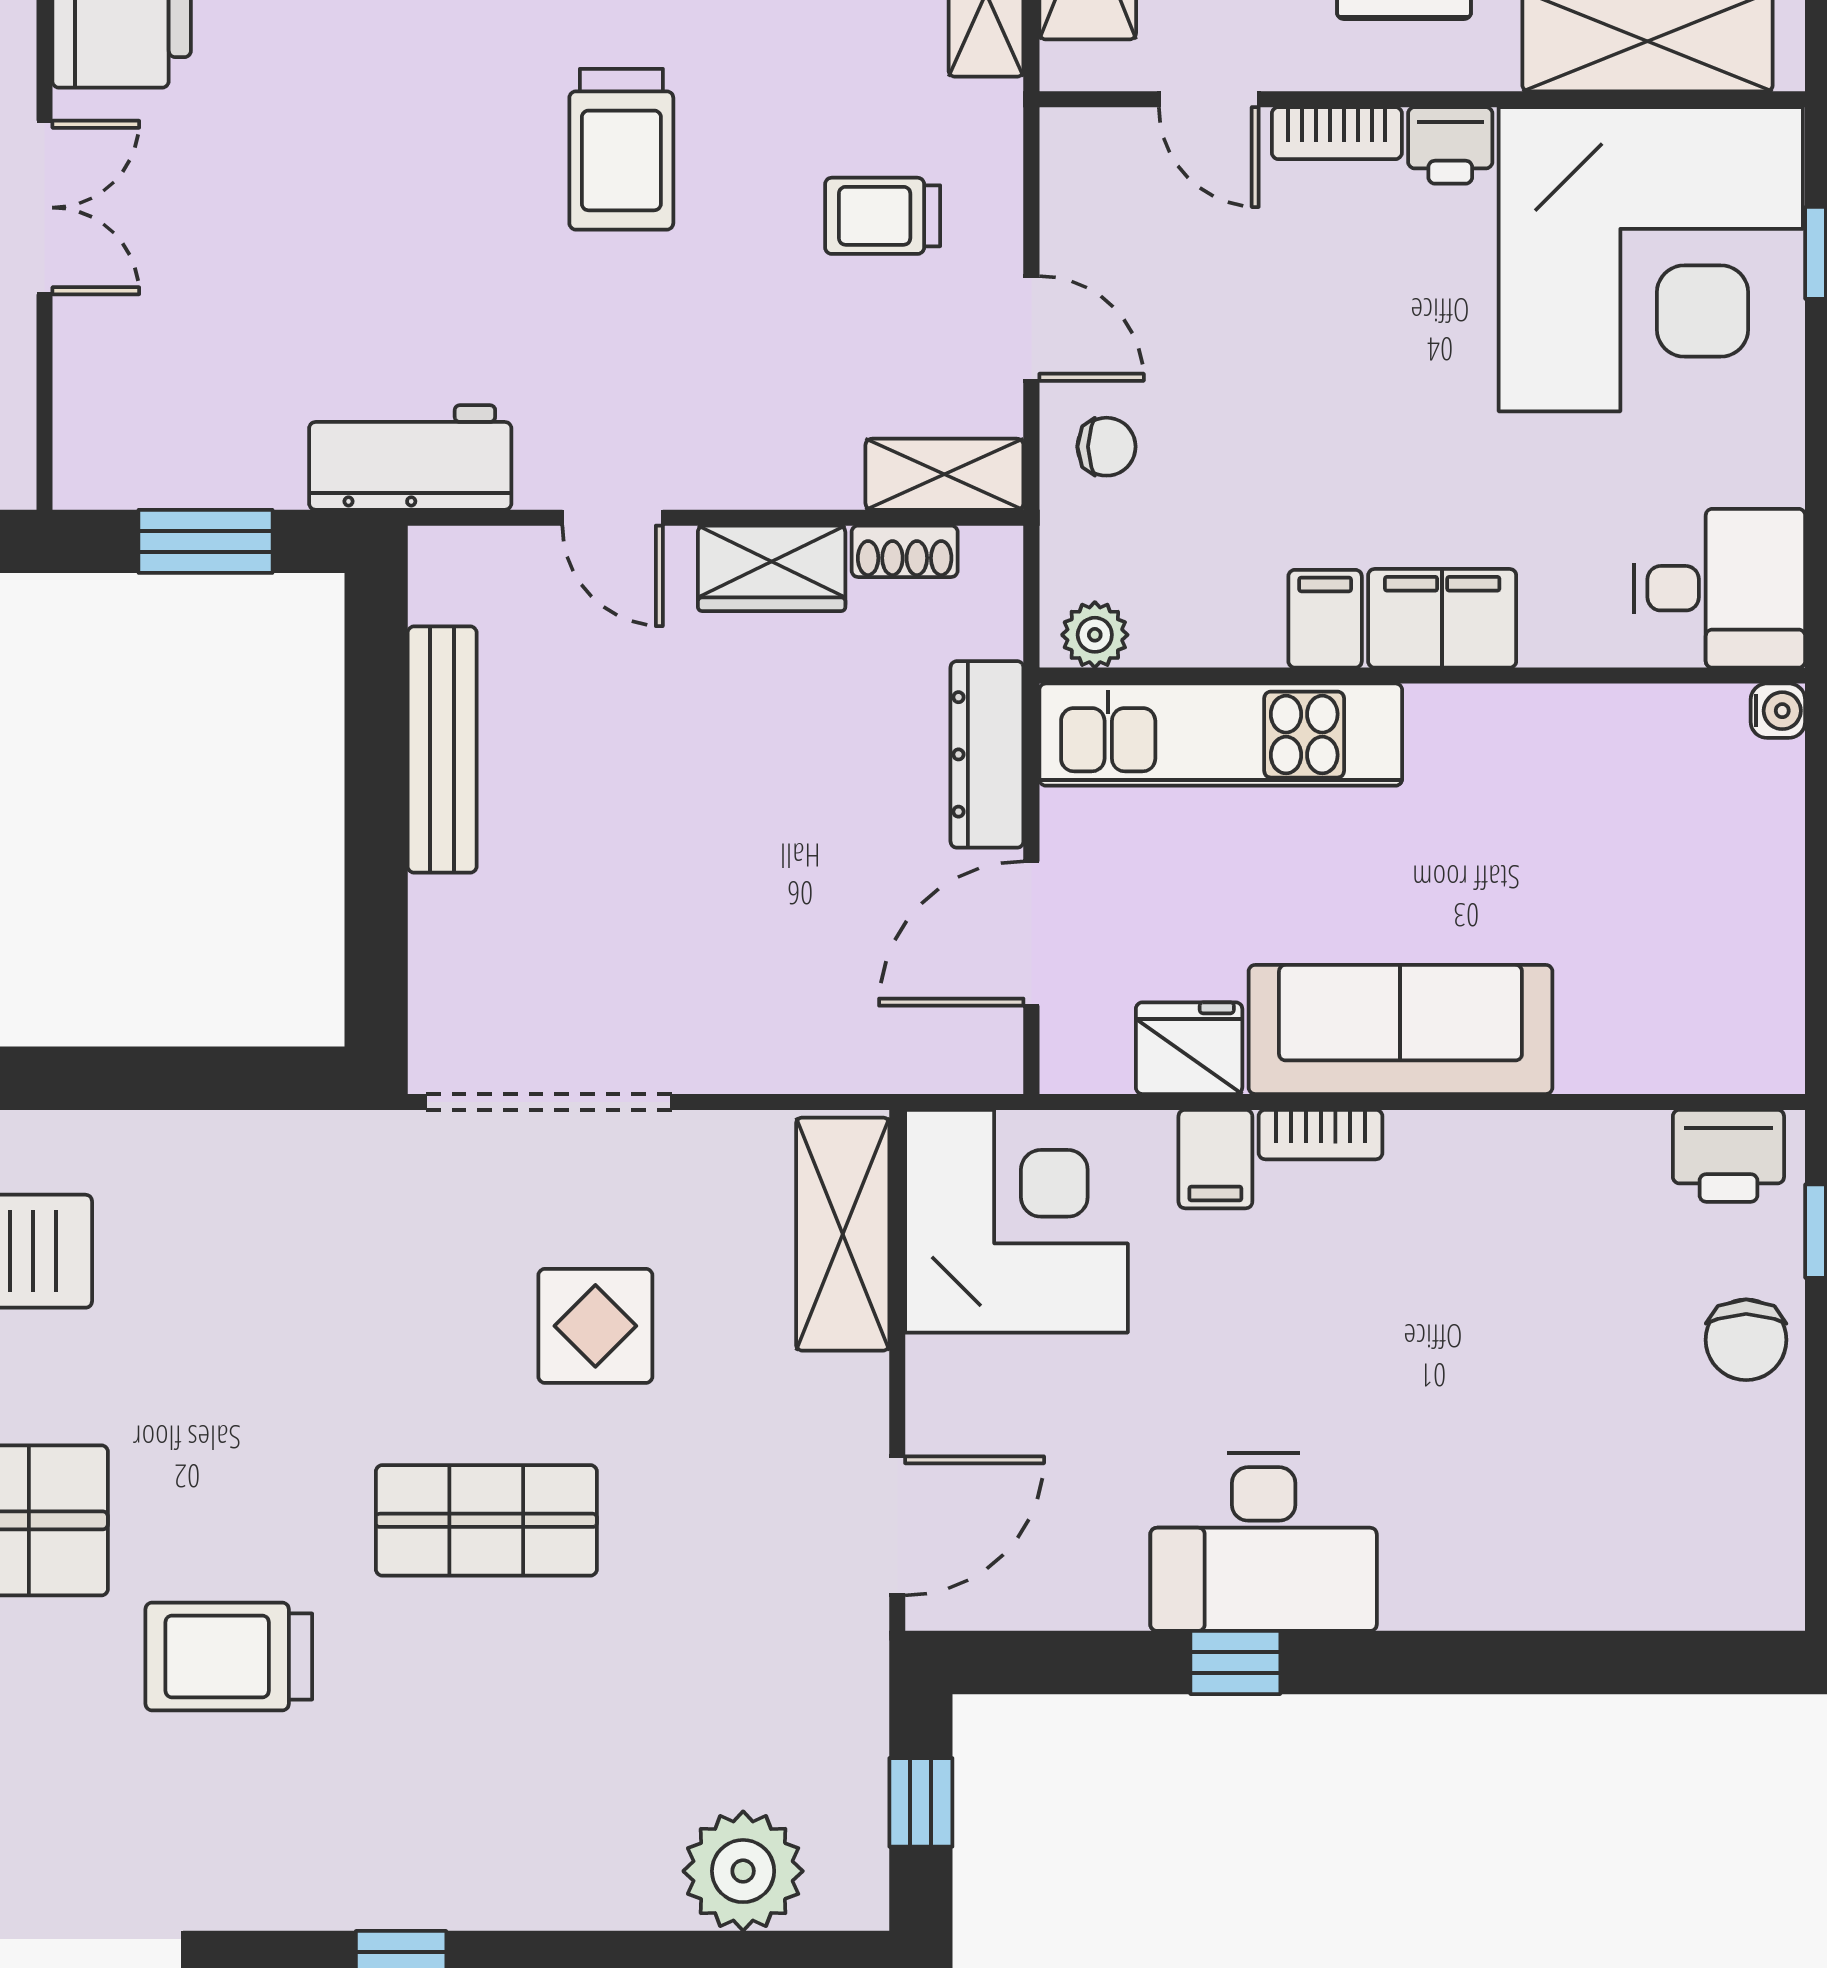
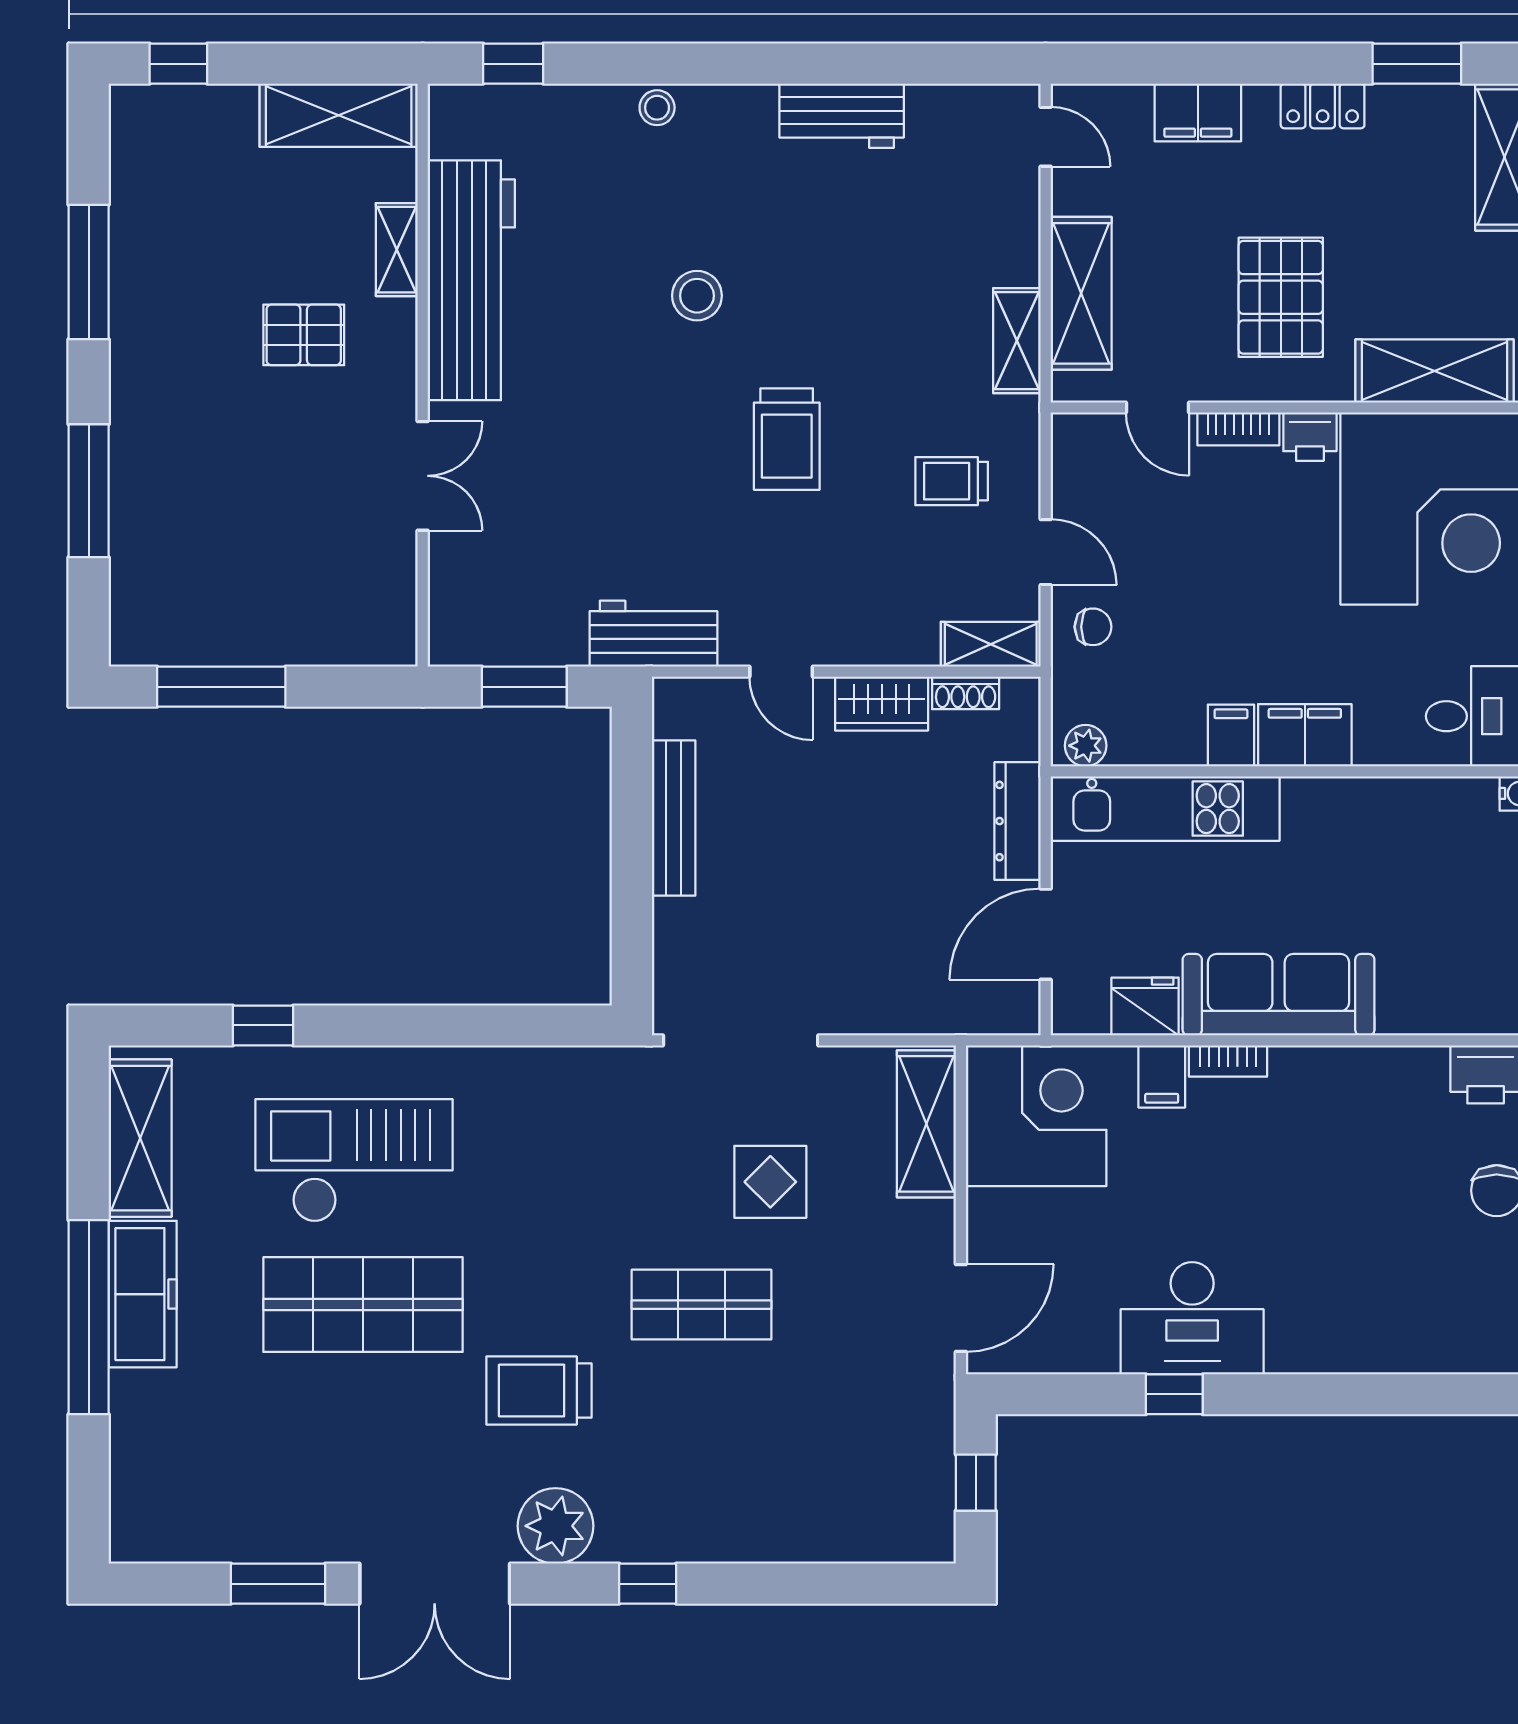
plant: (743, 1871) -> (556, 1526), moved

